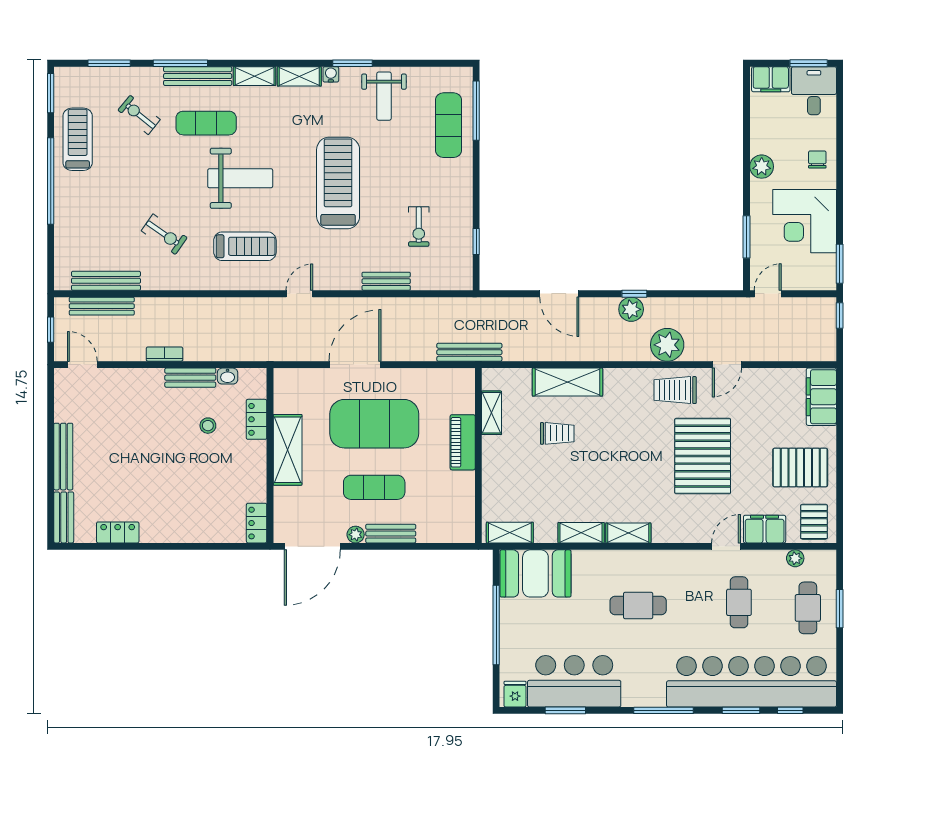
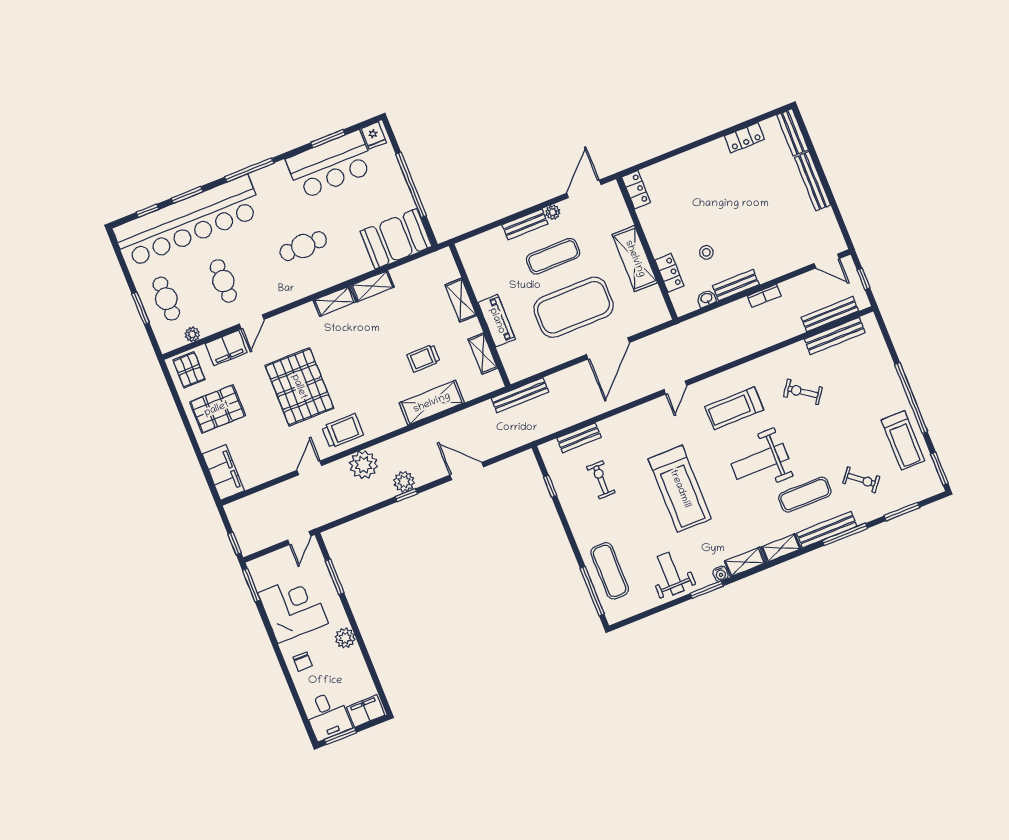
bench: (386, 281) -> (579, 438), moved
shelving: (510, 533) -> (461, 300), moved, turned 90
door: (312, 546) -> (584, 189), width x0.73

